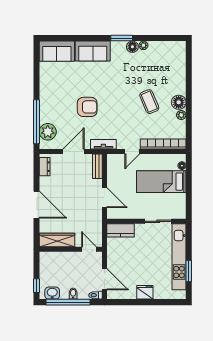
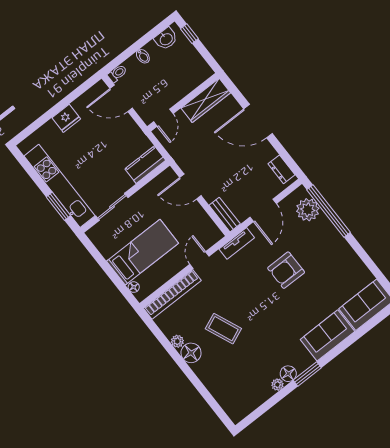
door: (89, 249) -> (163, 118), hinge flipped
window: (189, 271) -> (58, 206), moved
window: (68, 302) -> (141, 43), removed

